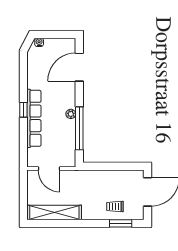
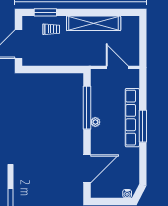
window: (23, 110) -> (143, 126), width x2.17
shelving: (54, 212) -> (94, 23), moved

